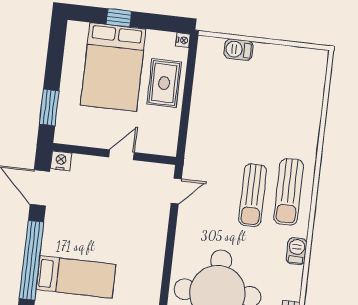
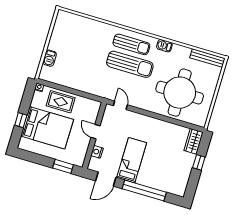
nightstand: (61, 161) -> (97, 152), moved
sun lounger: (253, 195) -> (130, 64), width x1.36, depth x1.34
bed: (76, 277) -> (132, 160), moved

